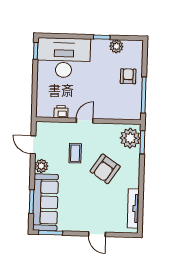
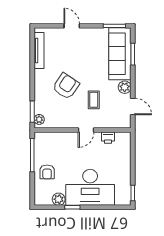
desk: (64, 58) -> (90, 187), moved
plant: (130, 138) -> (39, 119), width x0.53, depth x0.53

